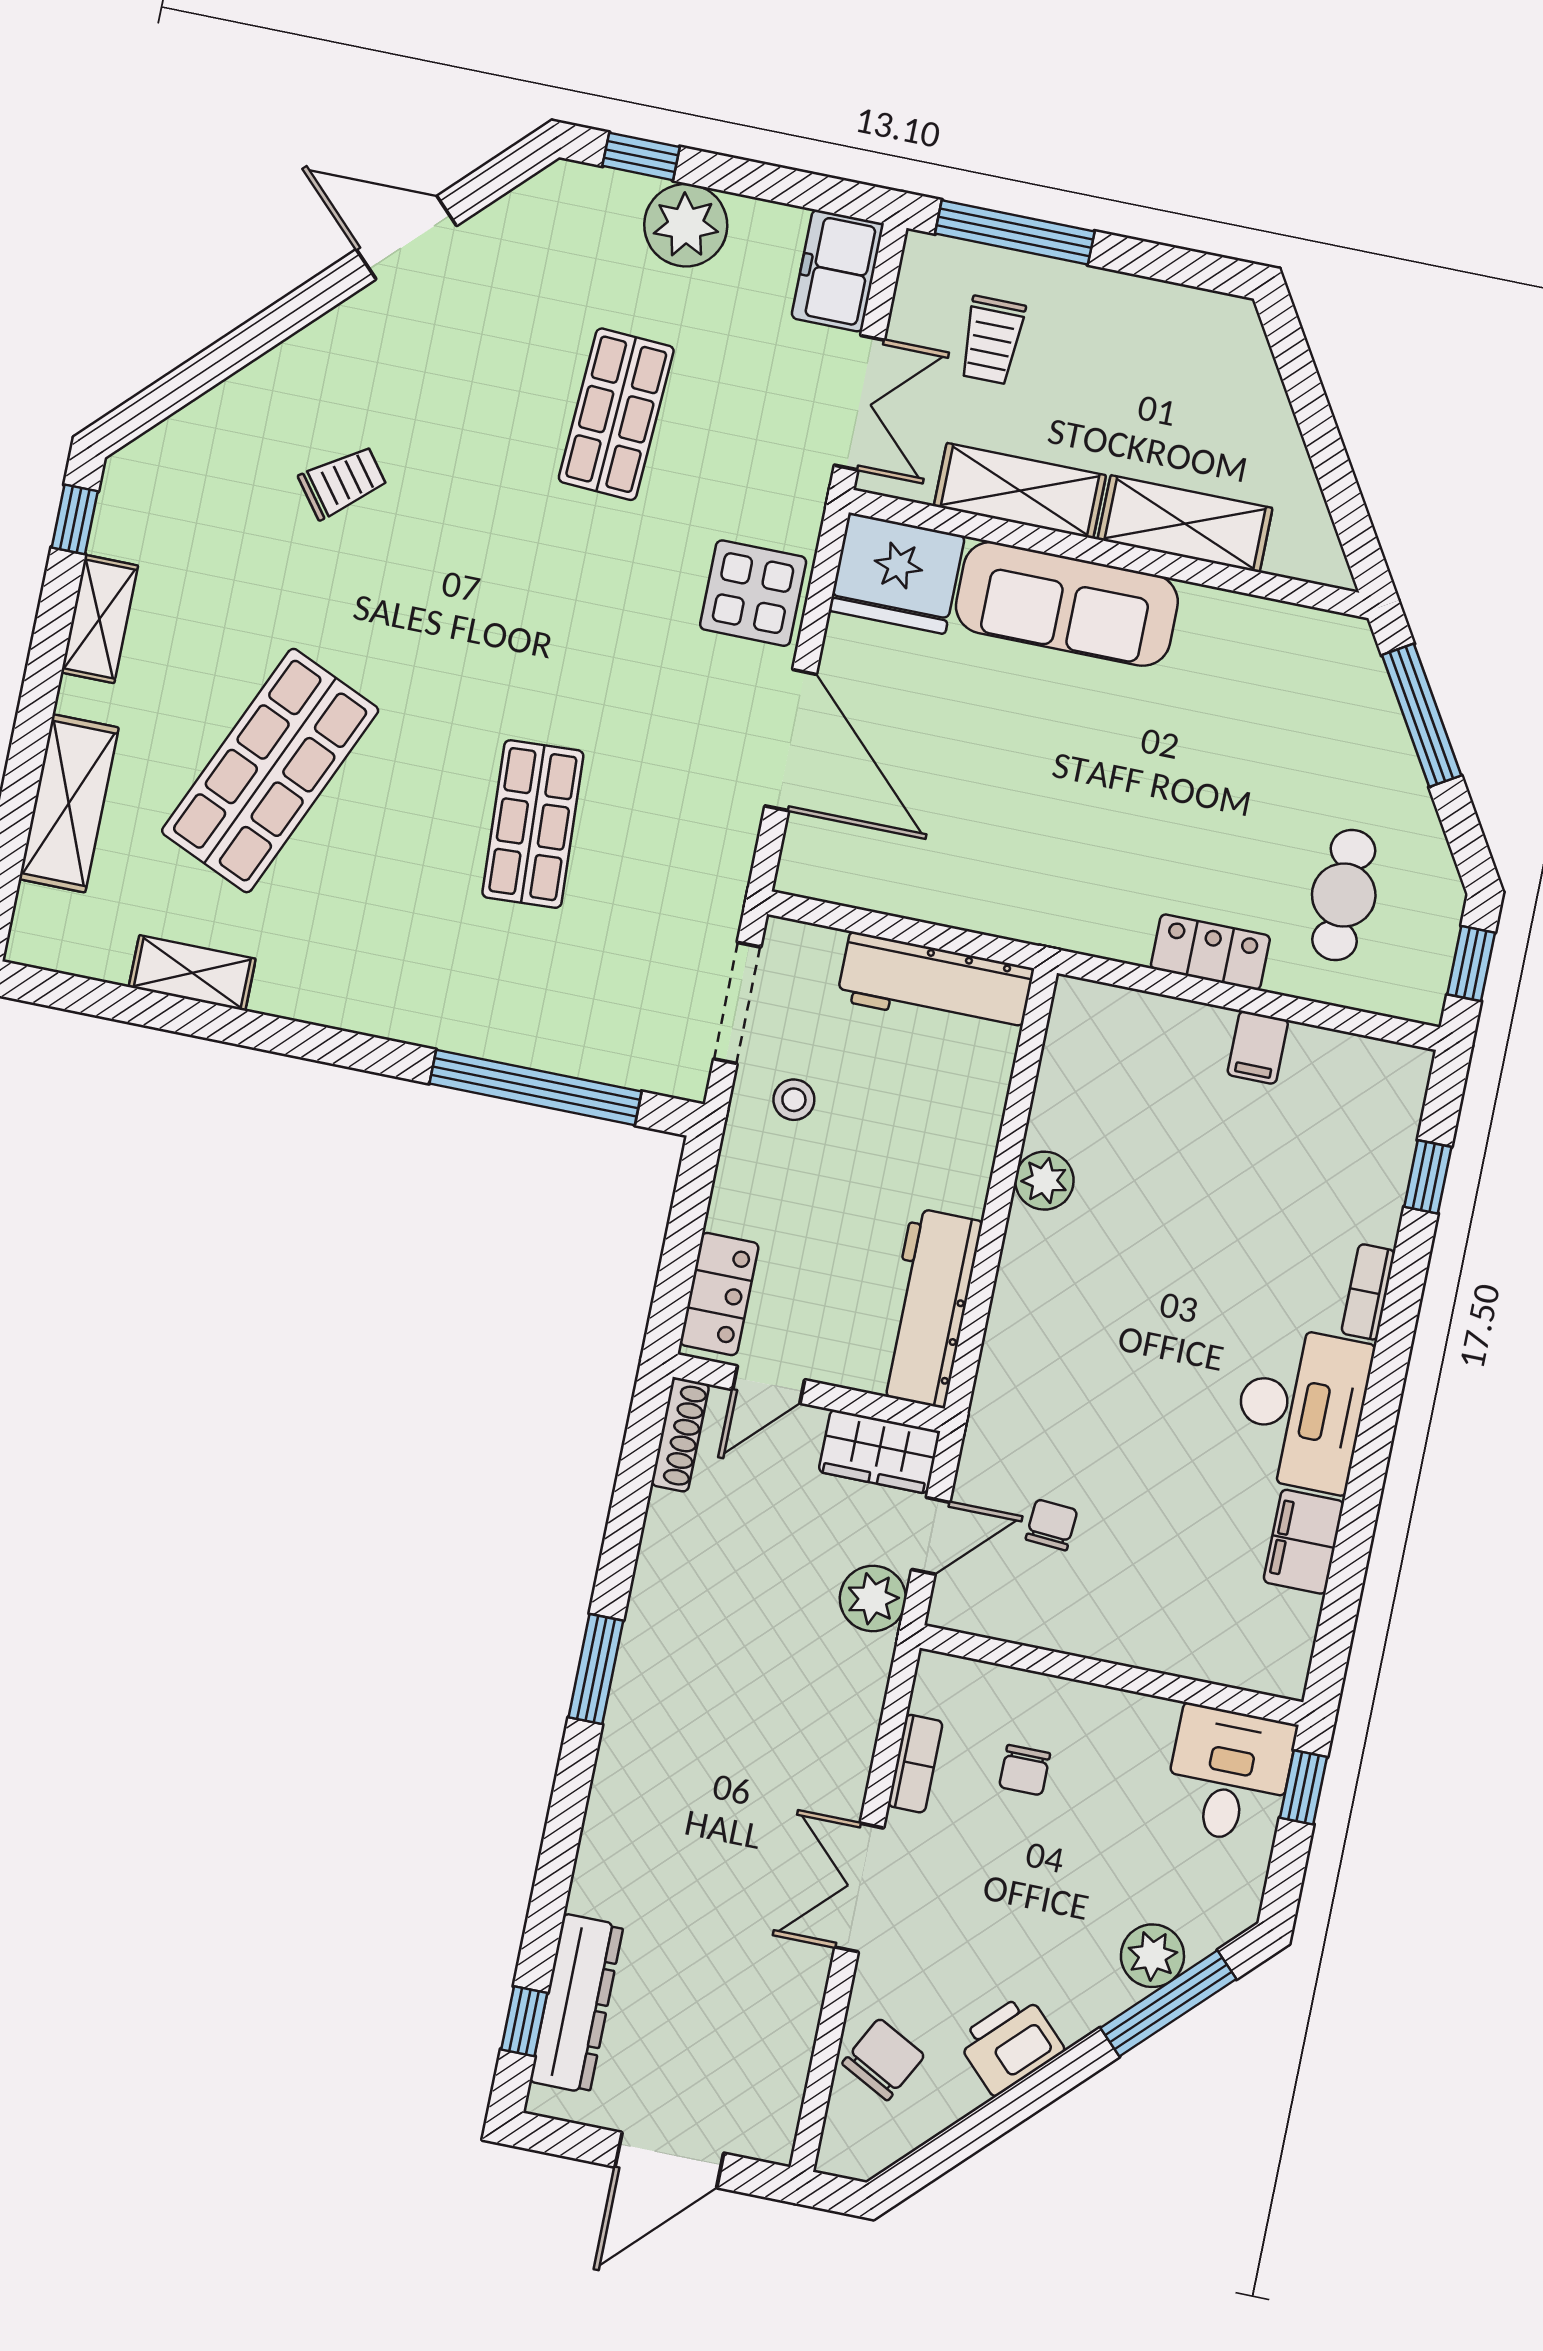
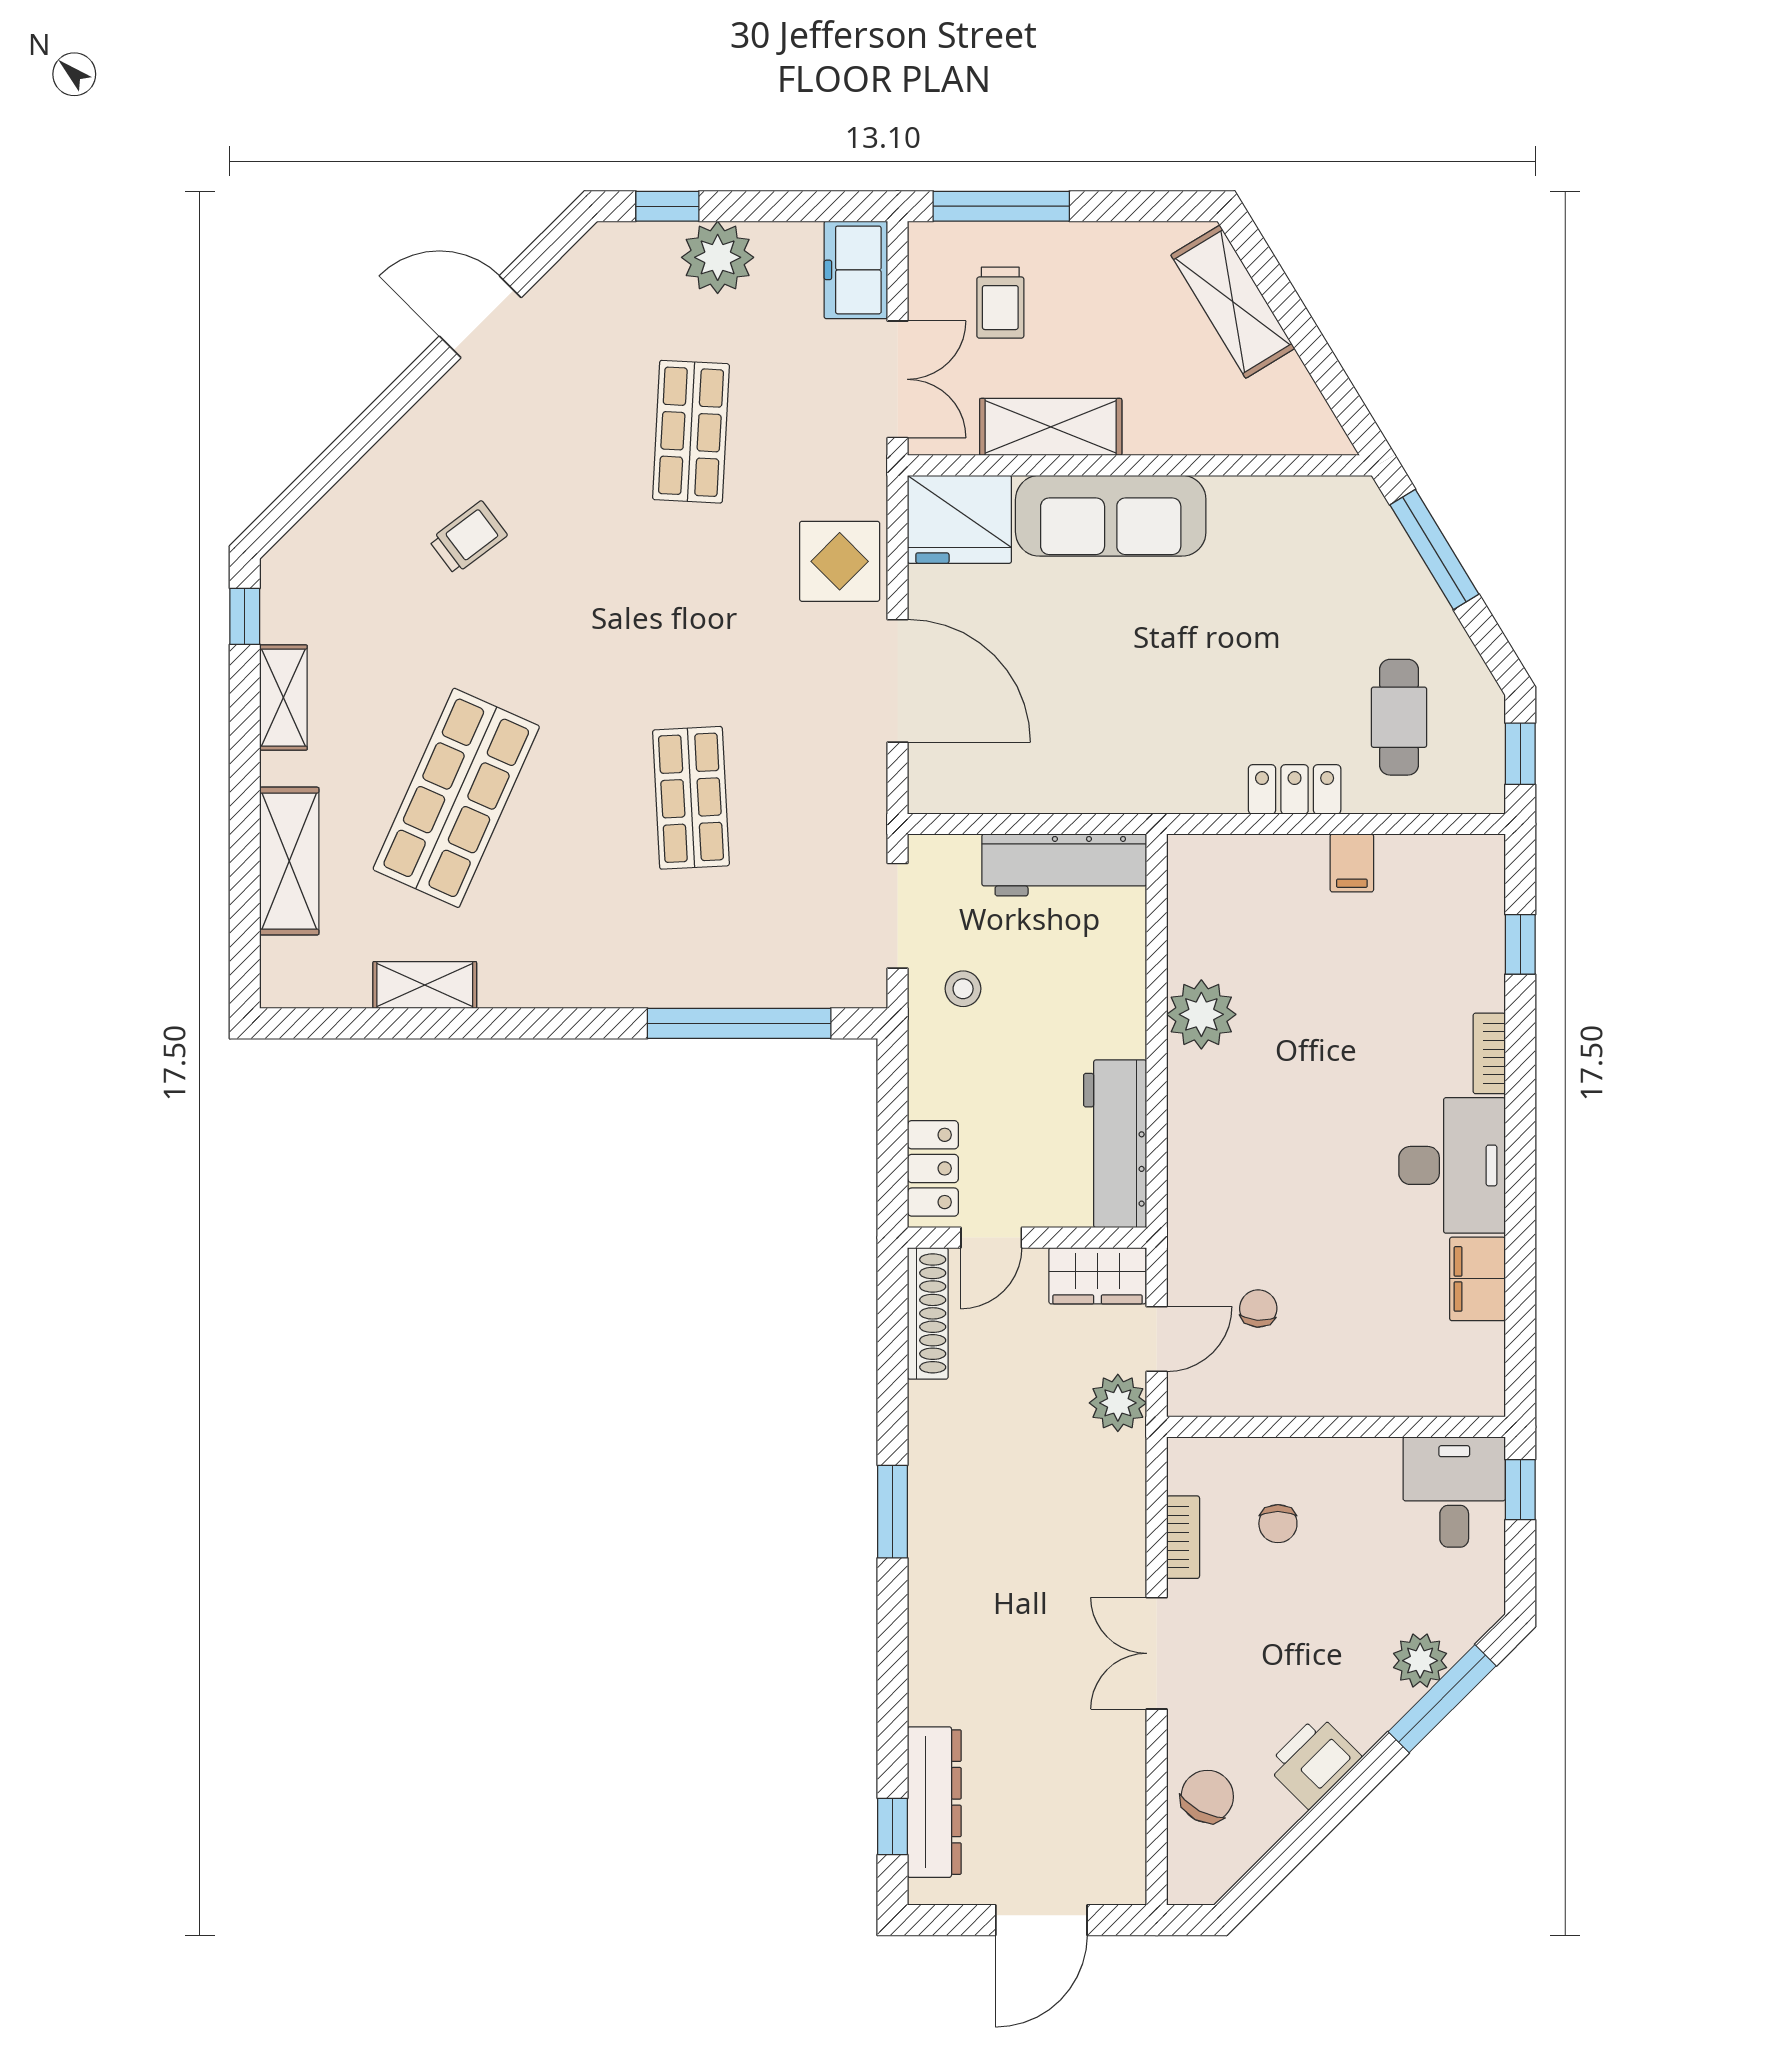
shelving: (1185, 524) -> (1233, 302), moved, turned 59
plant: (1044, 1181) -> (1201, 1014), width x1.36, depth x1.36
shoe rack: (680, 1435) -> (928, 1313), width x1.36, depth x1.24

